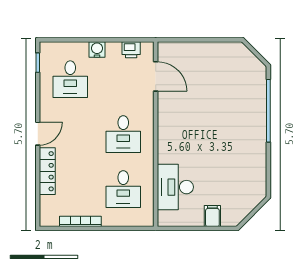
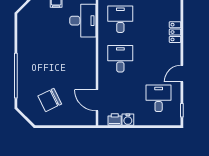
water cooler: (97, 49) -> (128, 120), moved
chair: (221, 77) -> (50, 100), added
door: (38, 134) -> (182, 74), moved
locker: (47, 171) -> (175, 32), width x0.66

